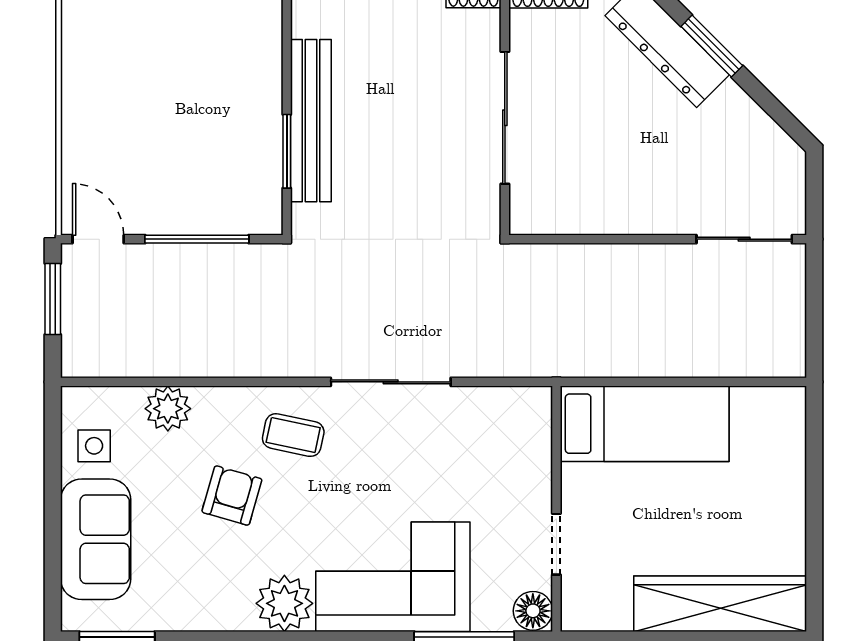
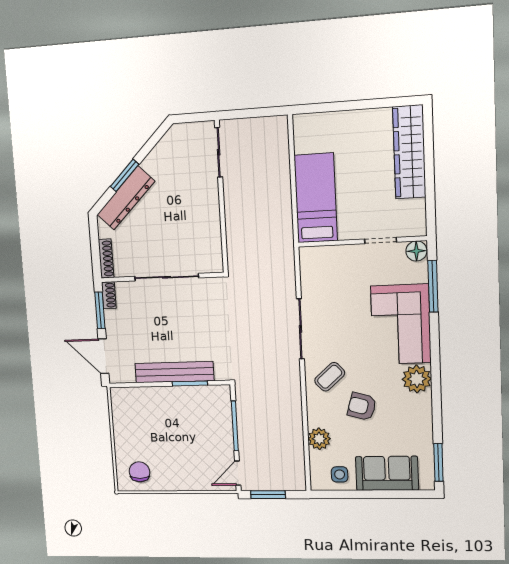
chair: (103, 32) -> (140, 472), added
coffee table: (293, 435) -> (330, 377), turned 36

